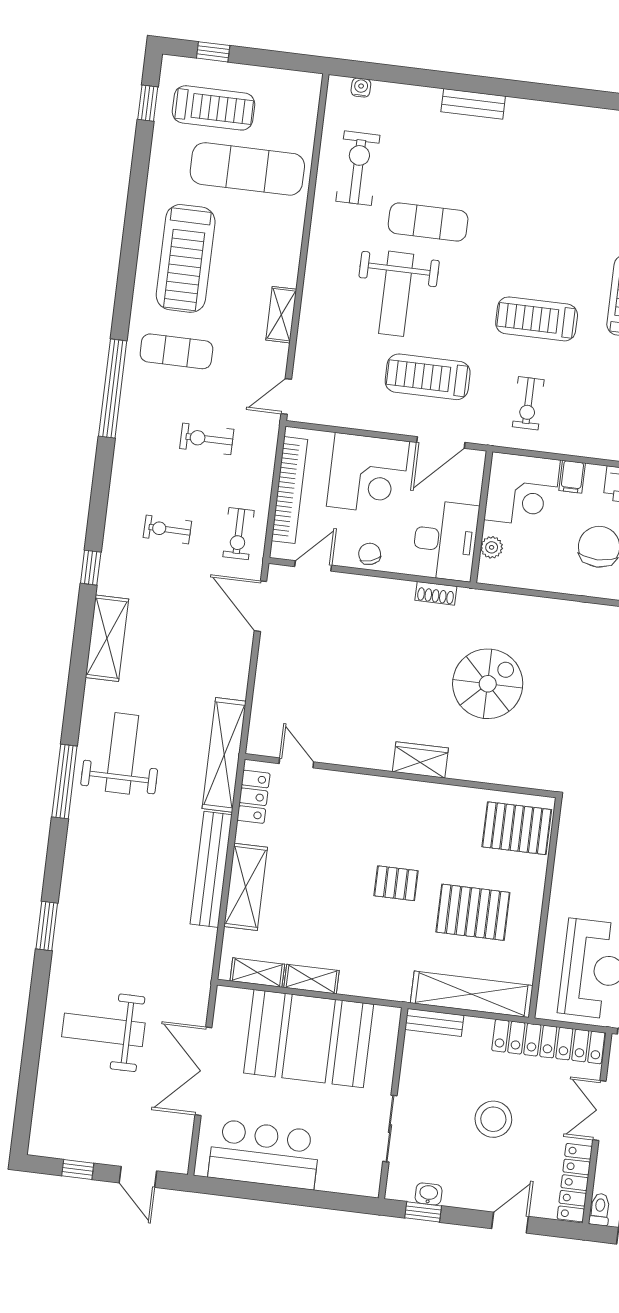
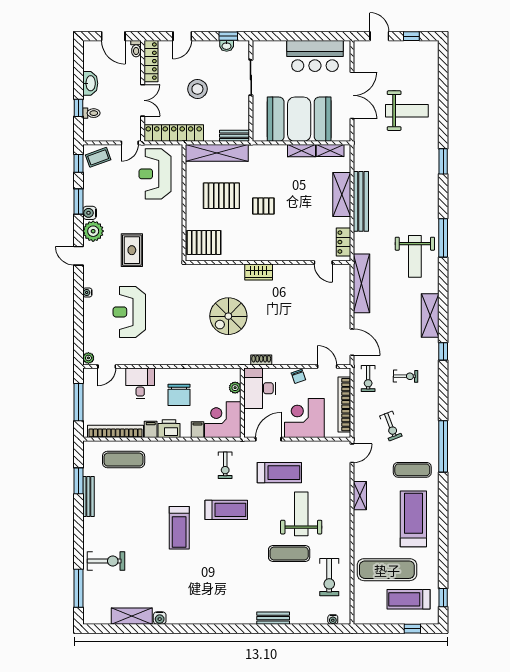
exercise bike: (528, 403) -> (225, 465), turned 180
exercise bike: (207, 439) -> (391, 426), turned 69
exercise bike: (239, 534) -> (368, 379), turned 180
door: (313, 566) -> (327, 367), swing flipped
shelving: (224, 755) -> (361, 283), moved

